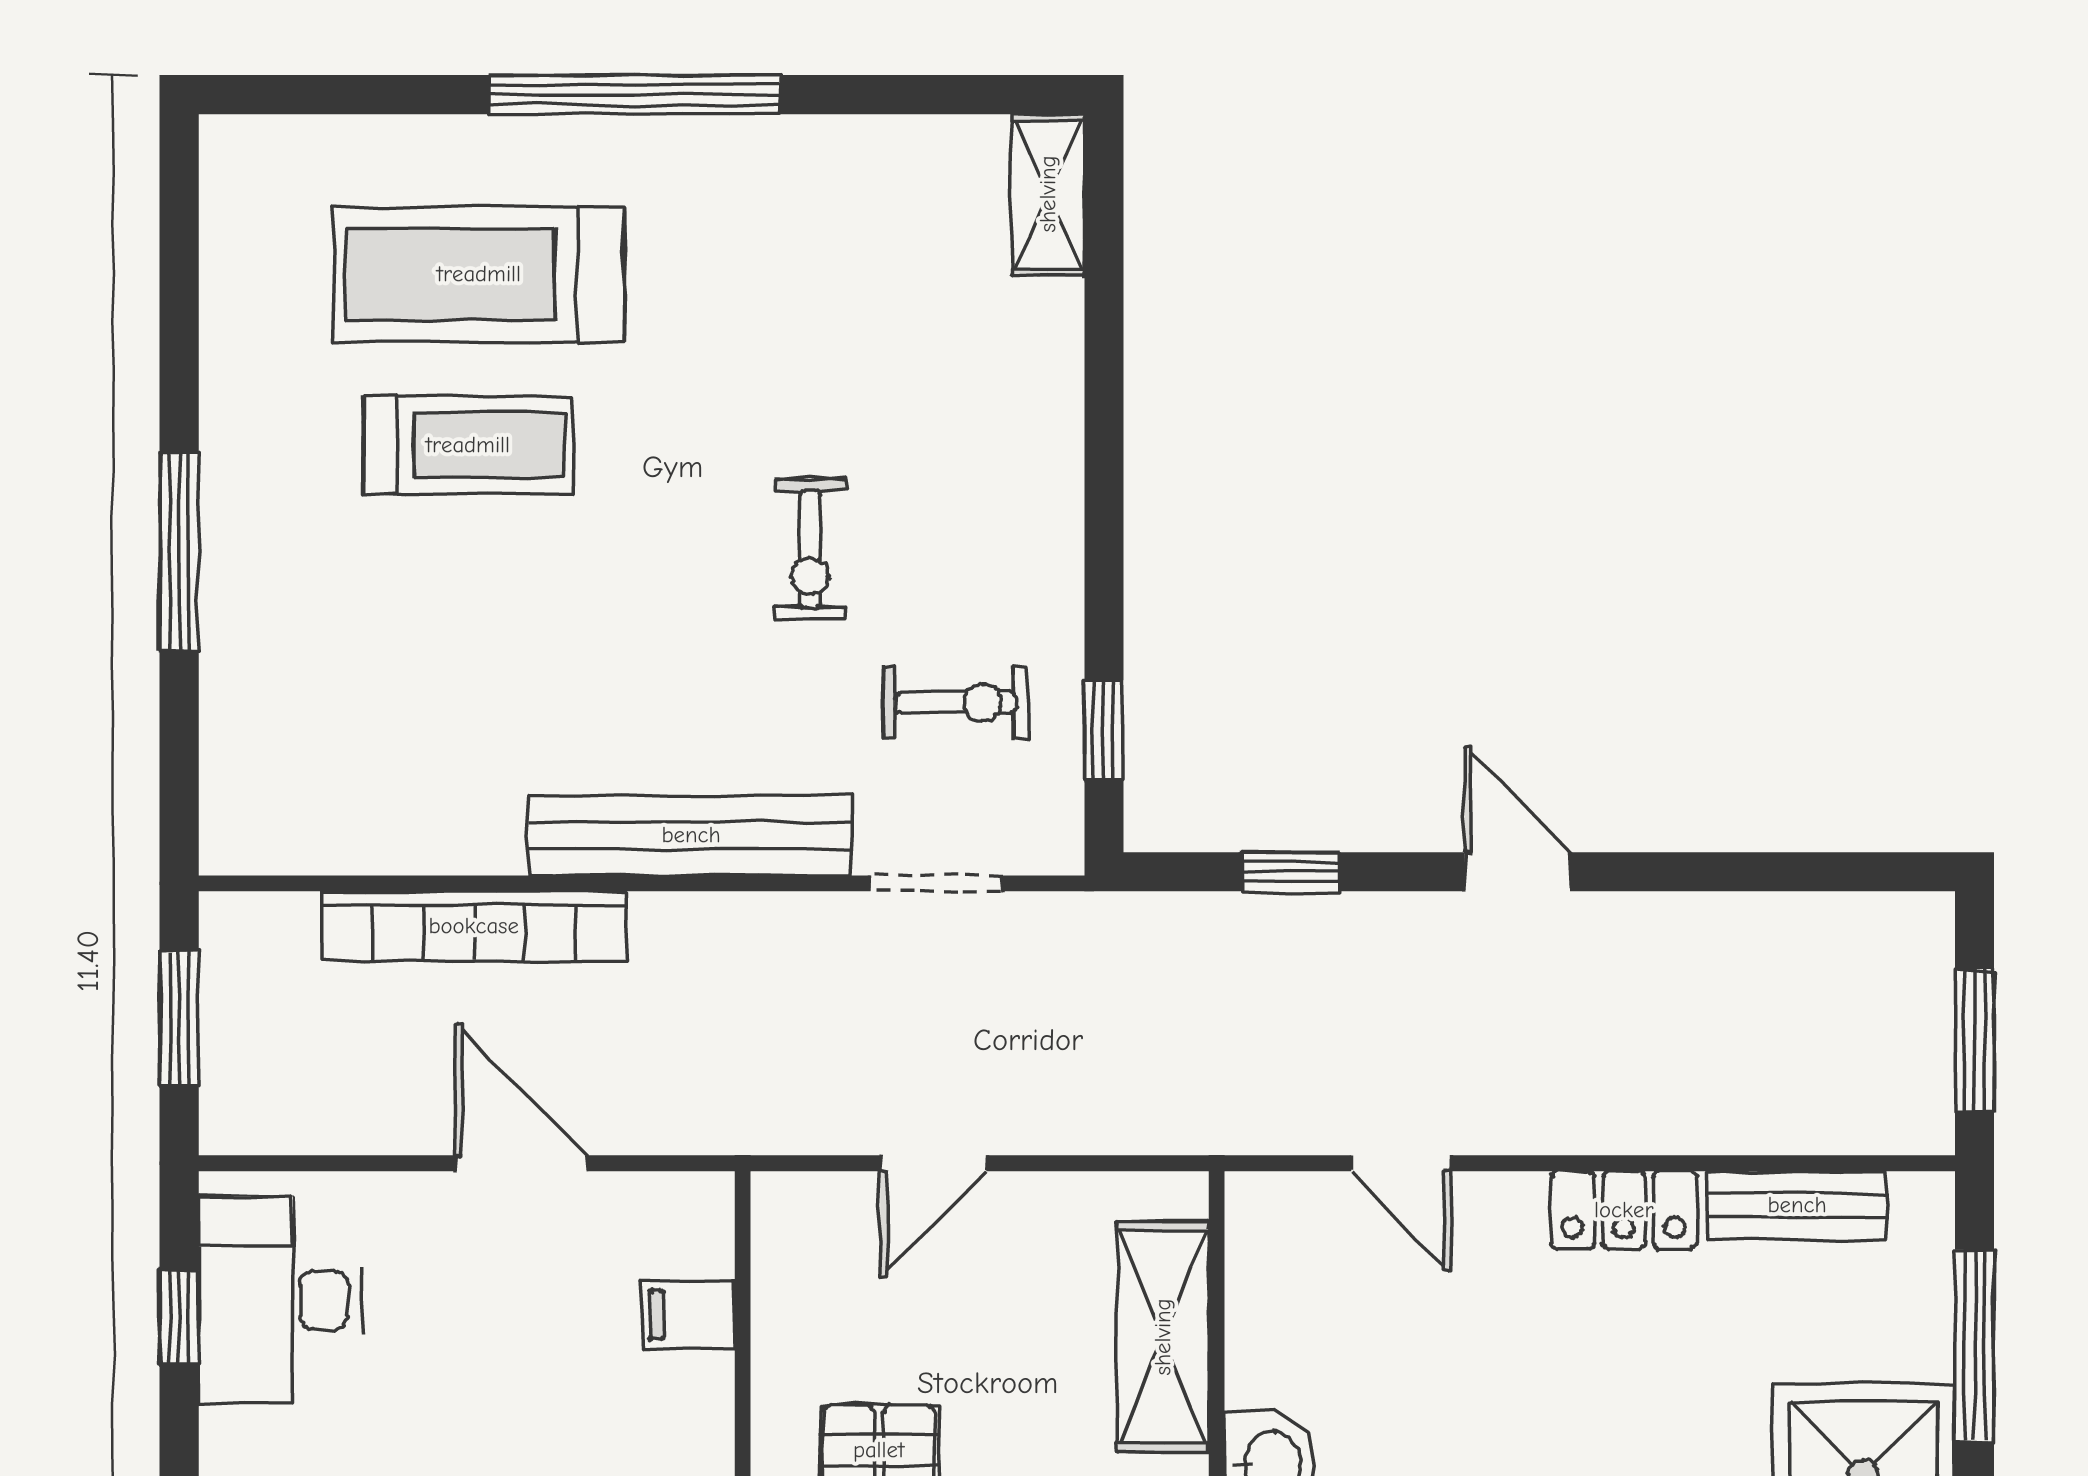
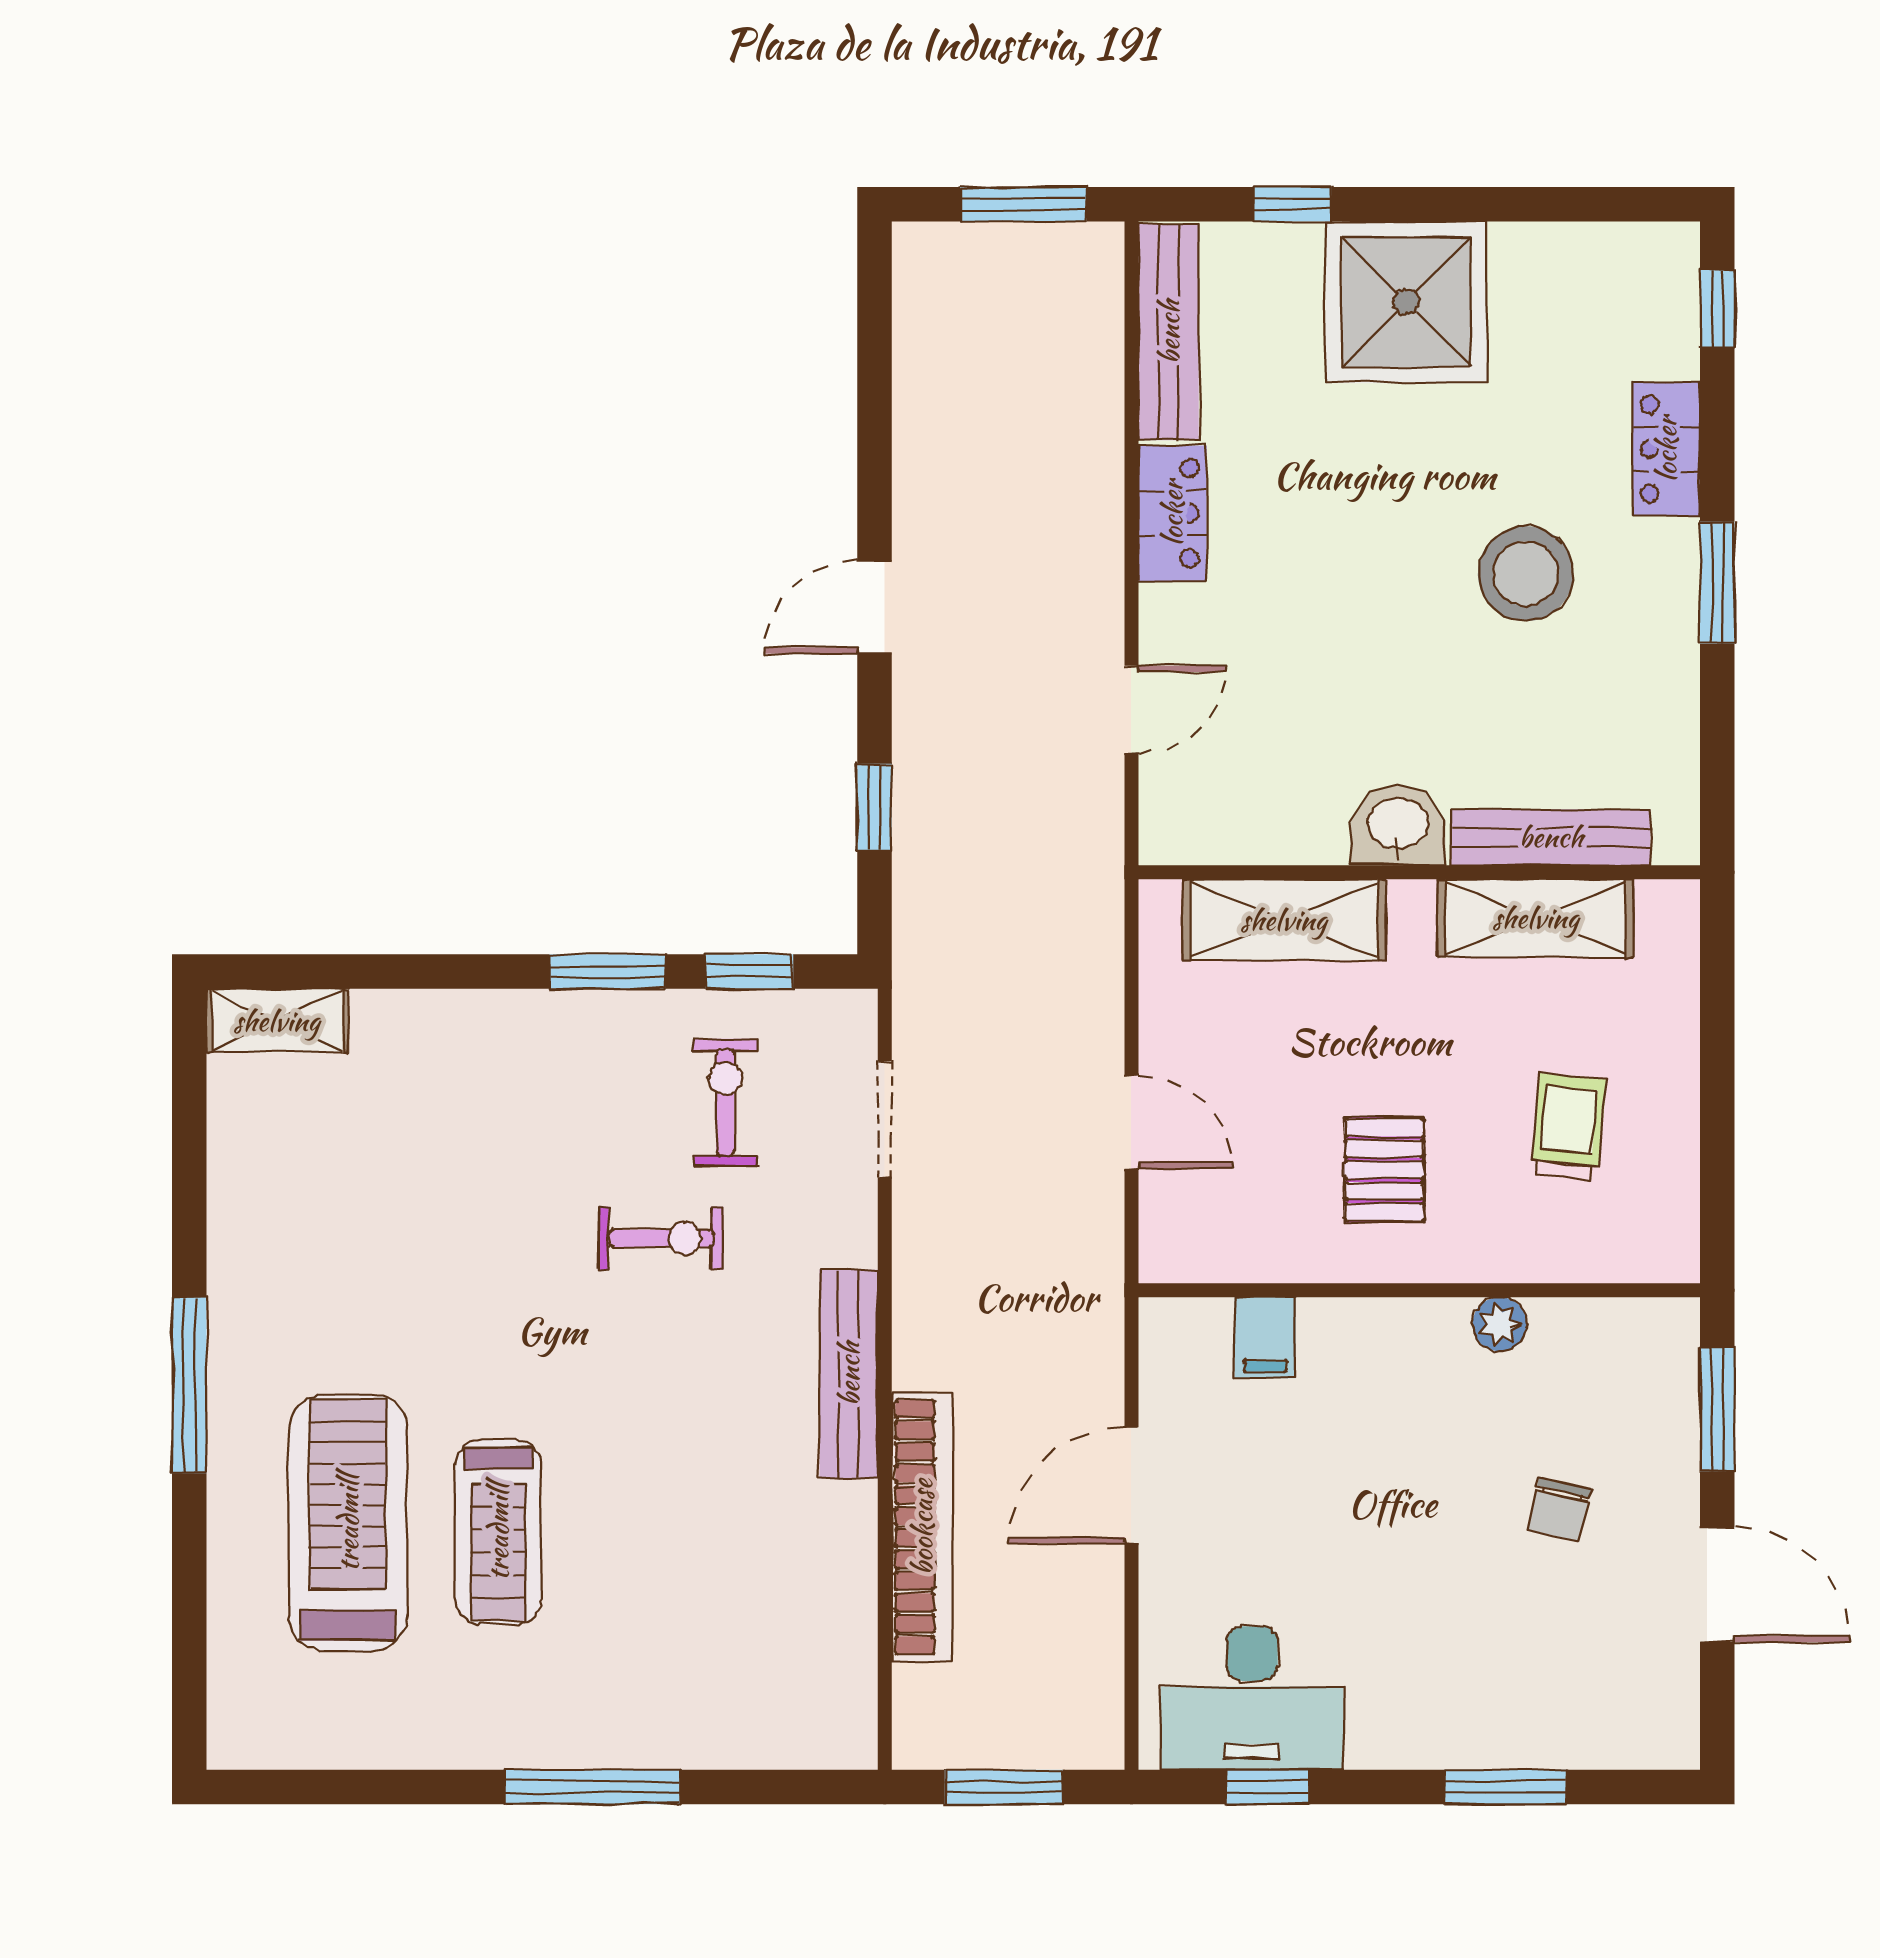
window: (635, 95) -> (189, 1385), width x0.68
treadmill: (479, 274) -> (348, 1523), turned 180
treadmill: (468, 445) -> (498, 1532), turned 180
exercise bike: (810, 550) -> (661, 1238), moved
window: (1104, 569) -> (607, 972), added
bench: (691, 835) -> (849, 1374), width x0.73, depth x0.82
bench: (1797, 1205) -> (1169, 332), width x1.36
window: (1974, 1346) -> (1292, 204), width x0.46

